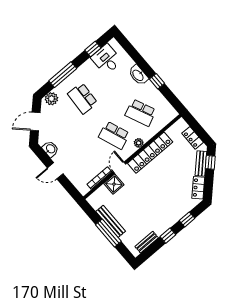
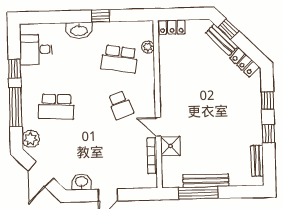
window: (93, 49) -> (15, 69), moved
school desk: (141, 113) -> (119, 59), turned 33
school desk: (114, 135) -> (120, 105), width x0.54
locker: (193, 138) -> (172, 27), moved
plant: (139, 143) -> (148, 47), moved
locker: (150, 153) -> (168, 83), removed
window: (108, 233) -> (198, 193), moved

